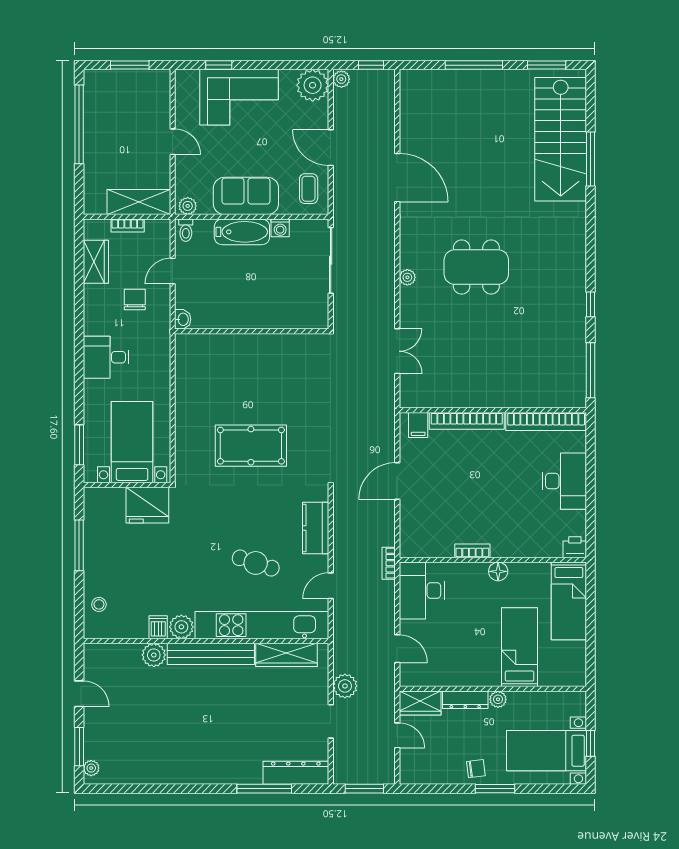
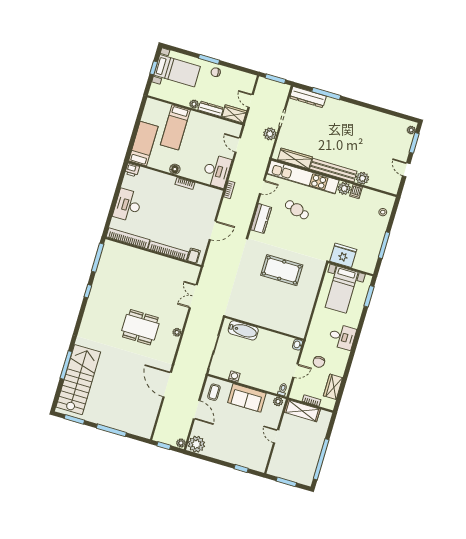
corner sofa: (239, 97) -> (236, 449), removed
bathtub: (242, 232) -> (243, 330), moved, turned 180

